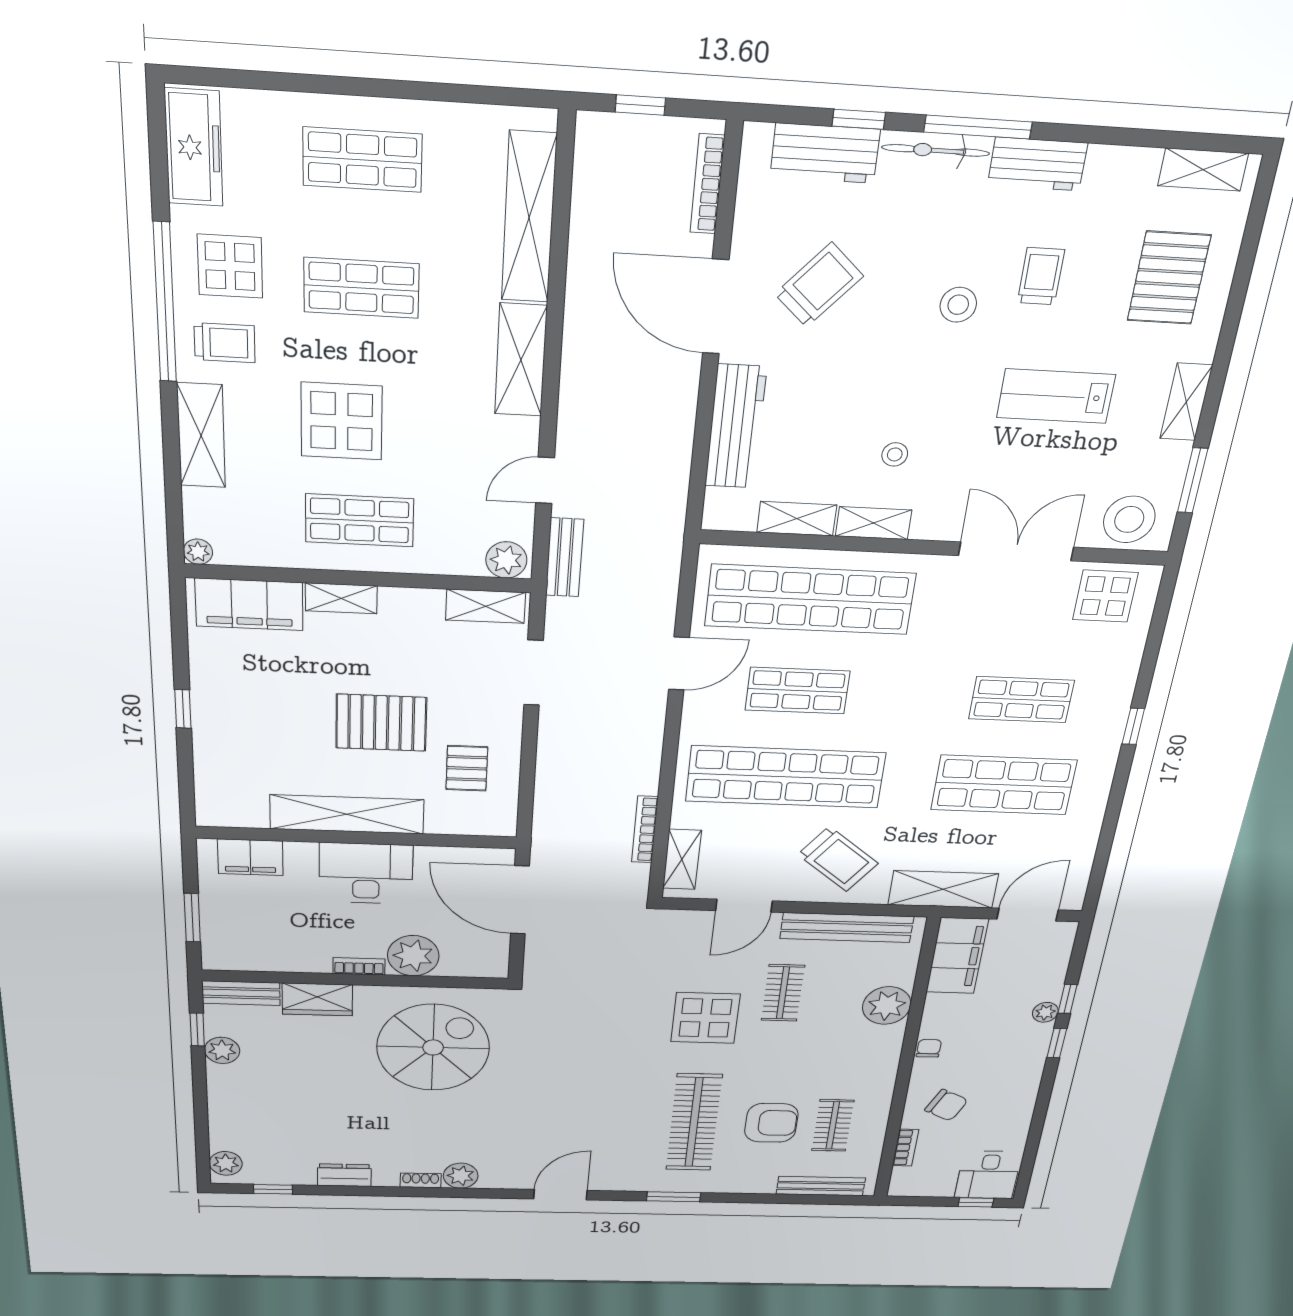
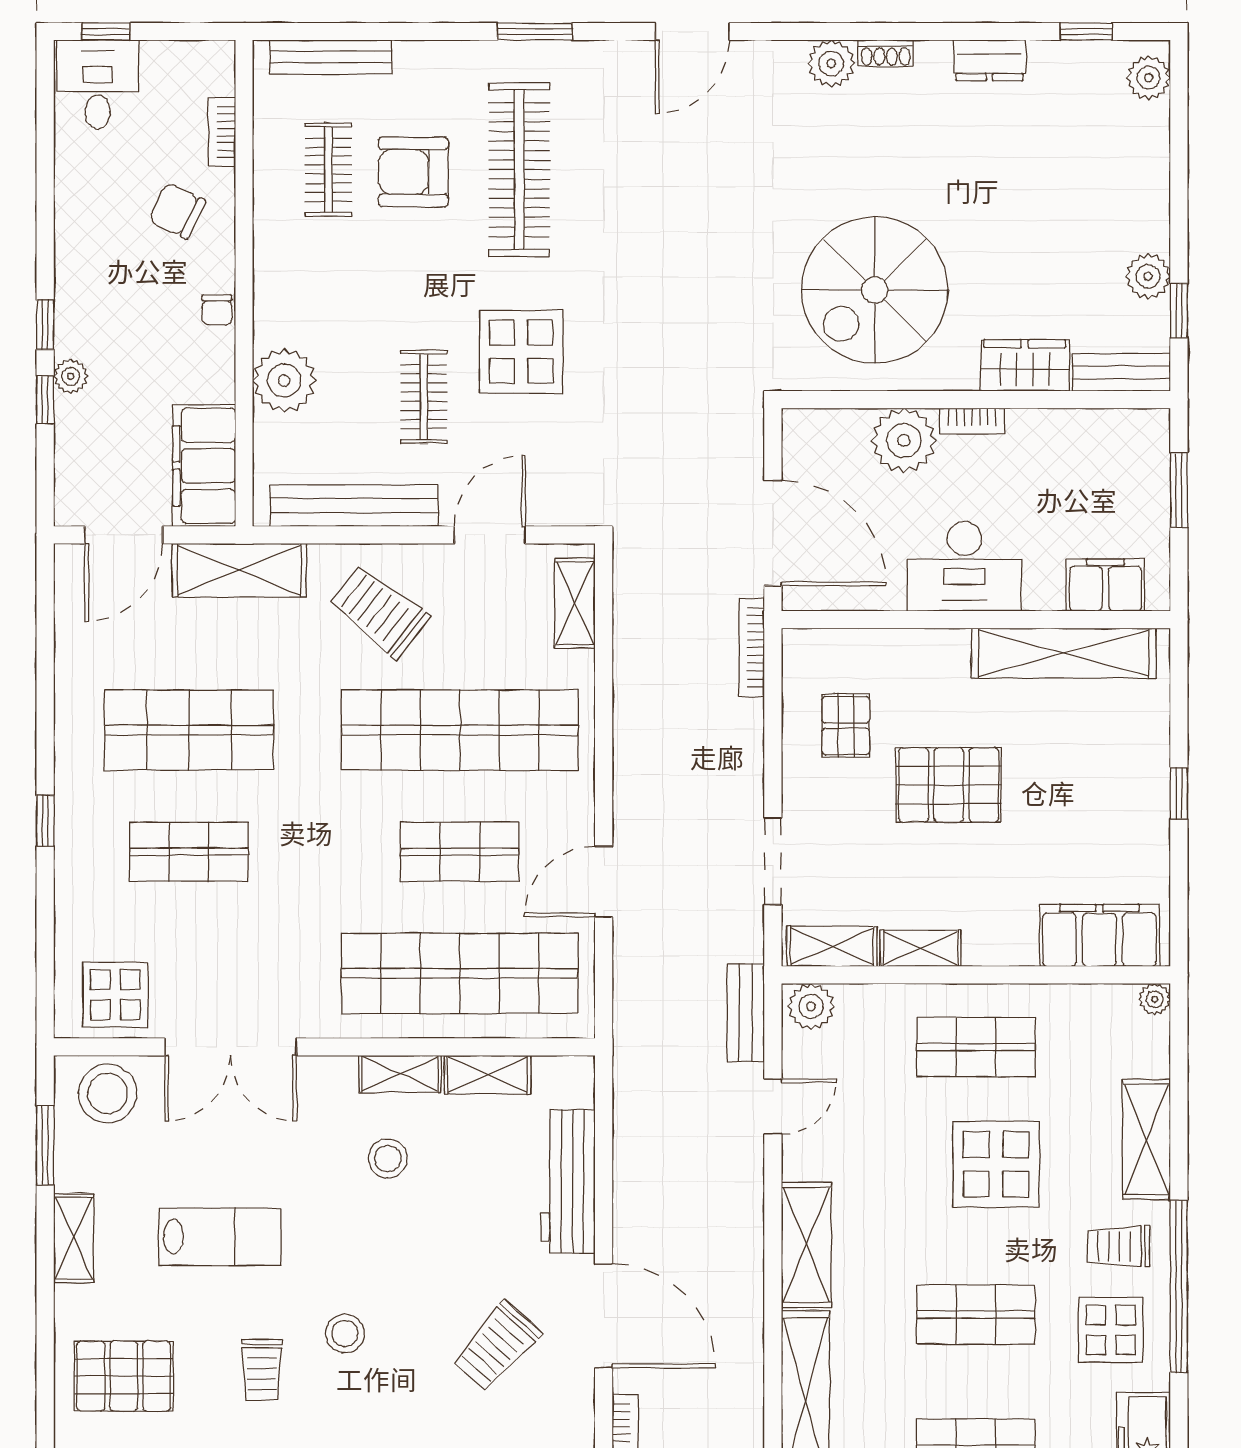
pallet: (1169, 278) -> (124, 1376), turned 90
stool: (895, 454) -> (388, 1158), width x1.37, depth x1.37
shelving: (341, 598) -> (920, 948), moved
shelving: (347, 814) -> (1064, 653), moved
bookcase: (645, 829) -> (752, 648), moved, turned 180

